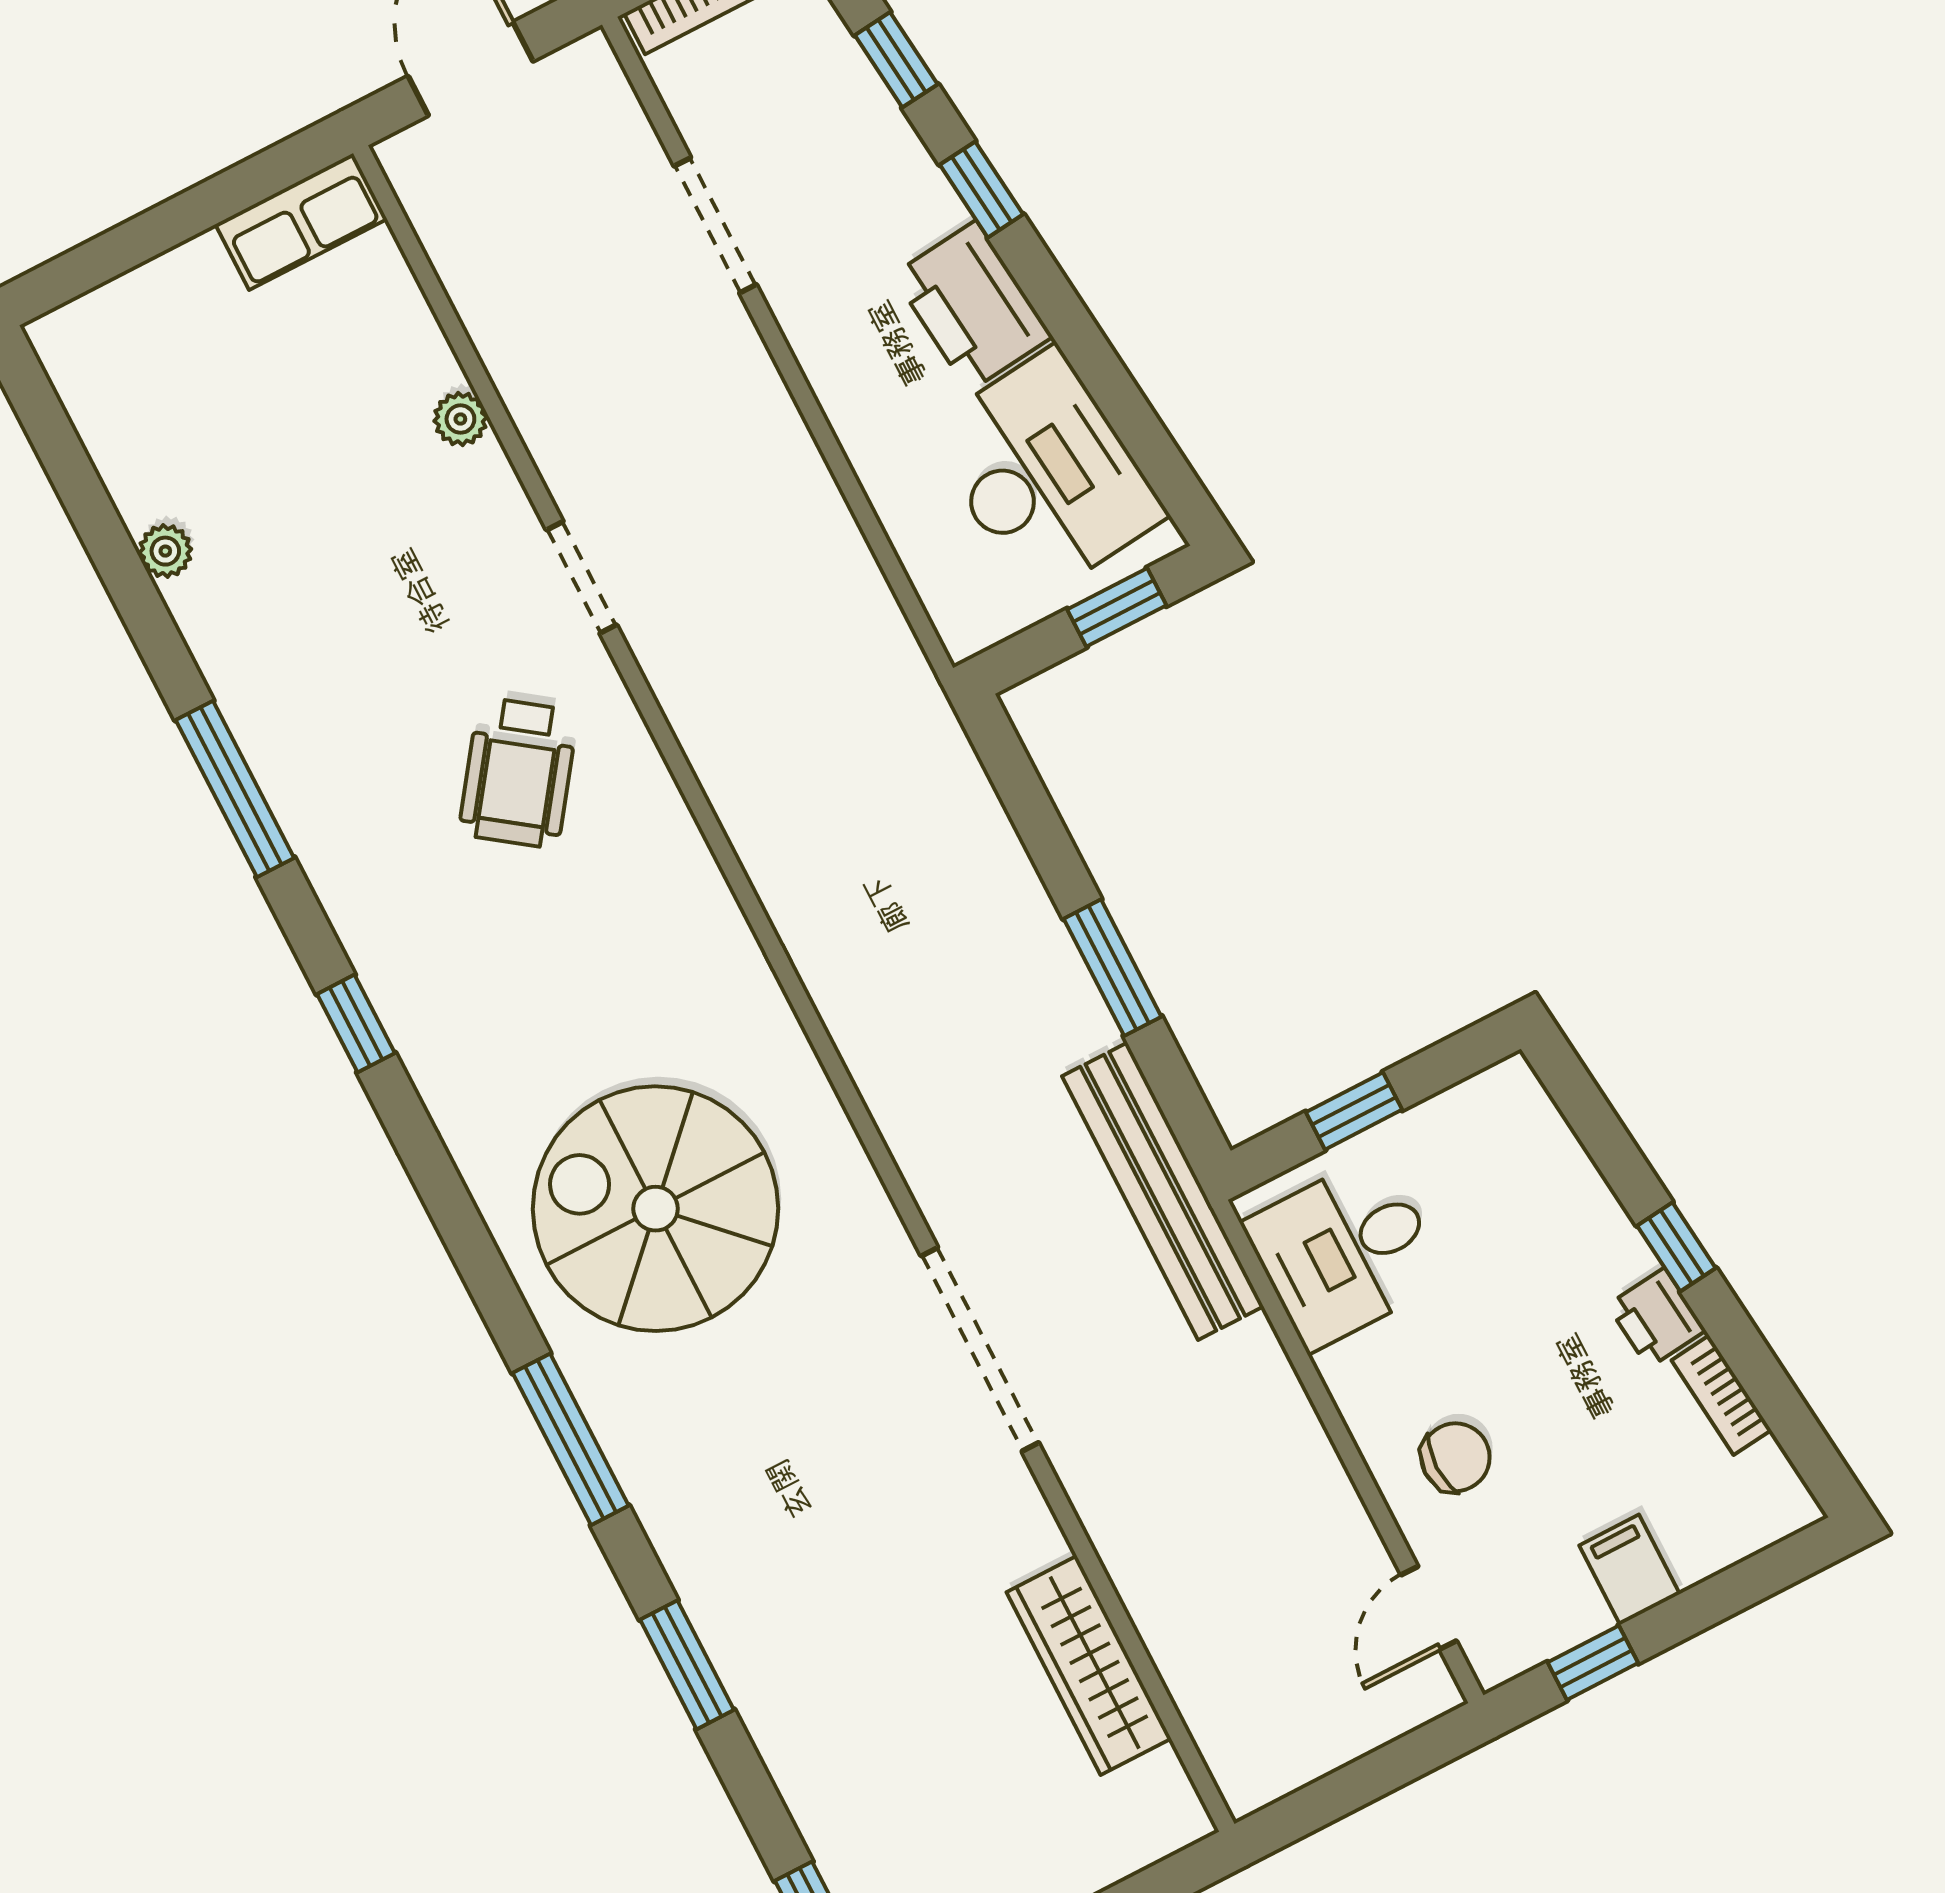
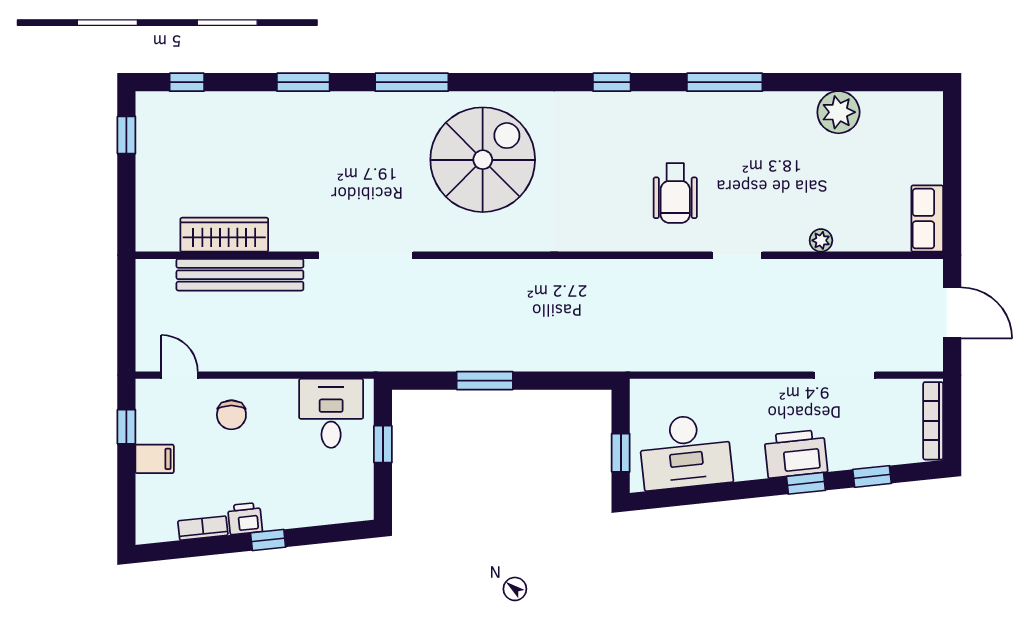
printer: (972, 306) -> (796, 454), moved
plant: (165, 551) -> (838, 112), width x1.88, depth x1.88
wheelchair: (518, 773) -> (675, 193), turned -126
bench: (1163, 1191) -> (240, 275), moved

